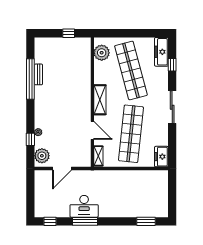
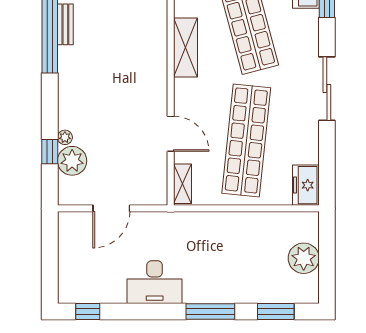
shelving: (100, 100) -> (185, 47), moved
plant: (42, 156) -> (72, 161), moved
plant: (160, 194) -> (304, 258), added
window: (85, 221) -> (210, 312), moved

